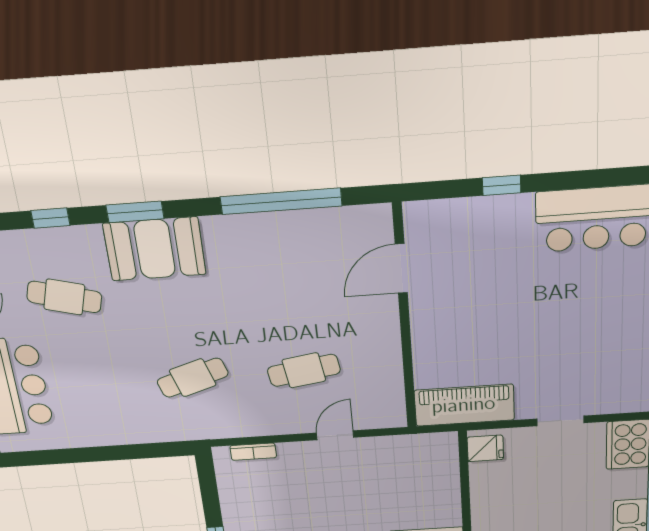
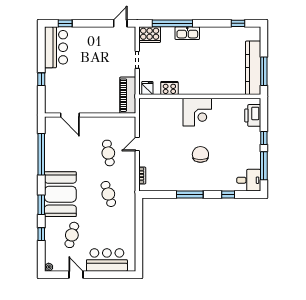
booth: (155, 249) -> (60, 194), width x1.36, depth x1.42
door: (335, 435) -> (137, 144), hinge flipped
cooker: (487, 496) -> (169, 88), added

